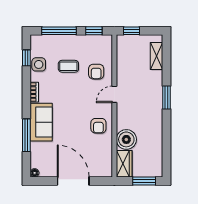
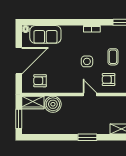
side table: (39, 64) -> (87, 61), moved
sofa: (41, 122) -> (45, 34), moved
armchair: (98, 126) -> (40, 81), moved
window: (26, 135) -> (56, 22), removed

